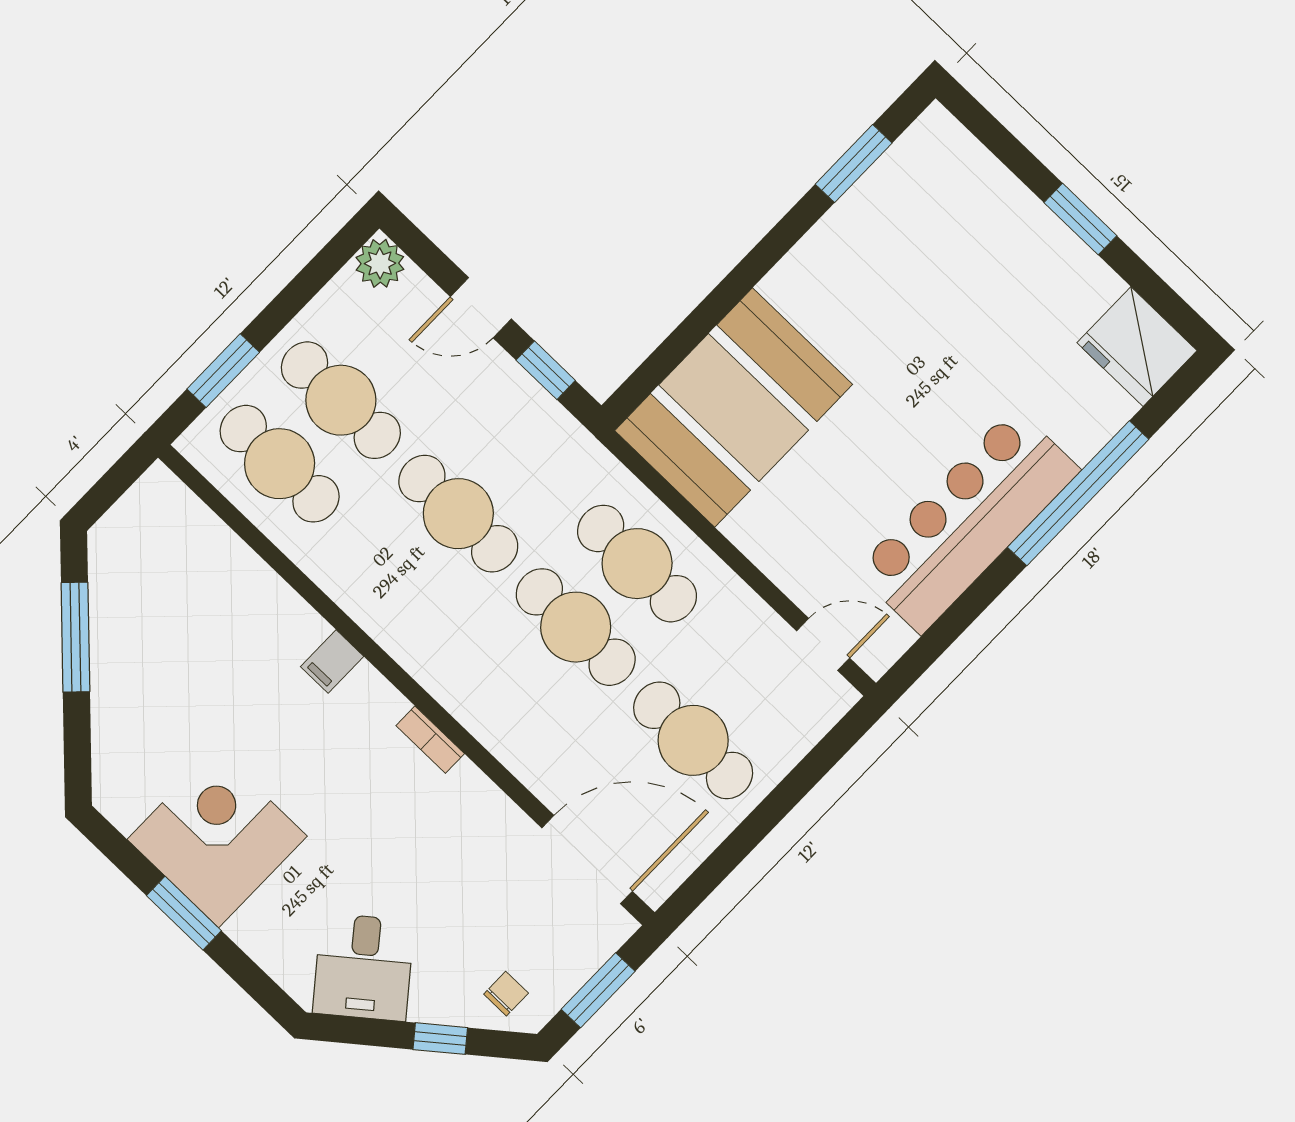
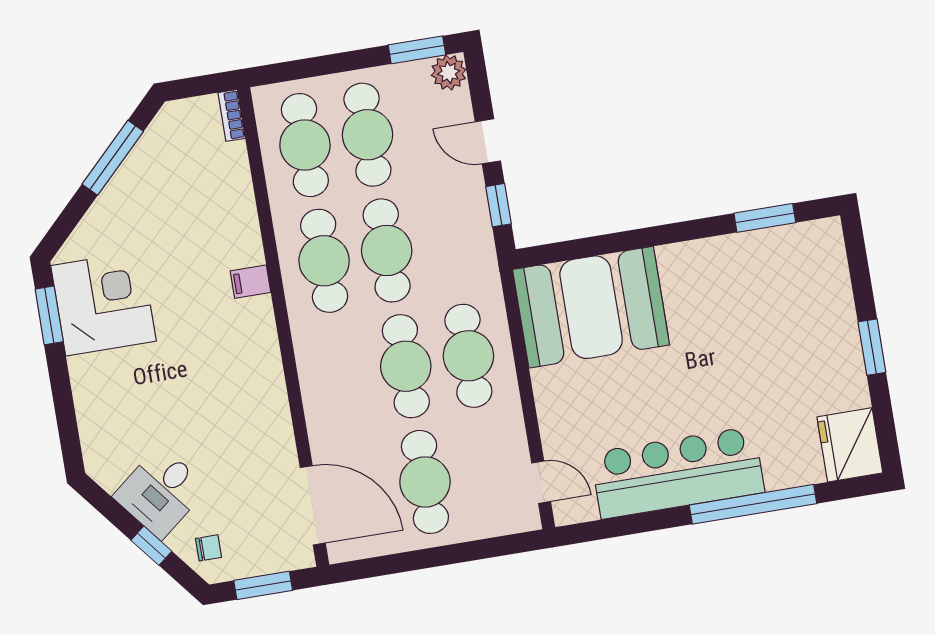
window: (223, 371) -> (417, 50), moved
cafe table: (397, 577) -> (324, 261), added
bookcase: (430, 740) -> (232, 115), moved
corner desk: (217, 838) -> (103, 303), moved
window: (184, 913) -> (49, 315), moved
desk: (363, 967) -> (161, 492), moved

